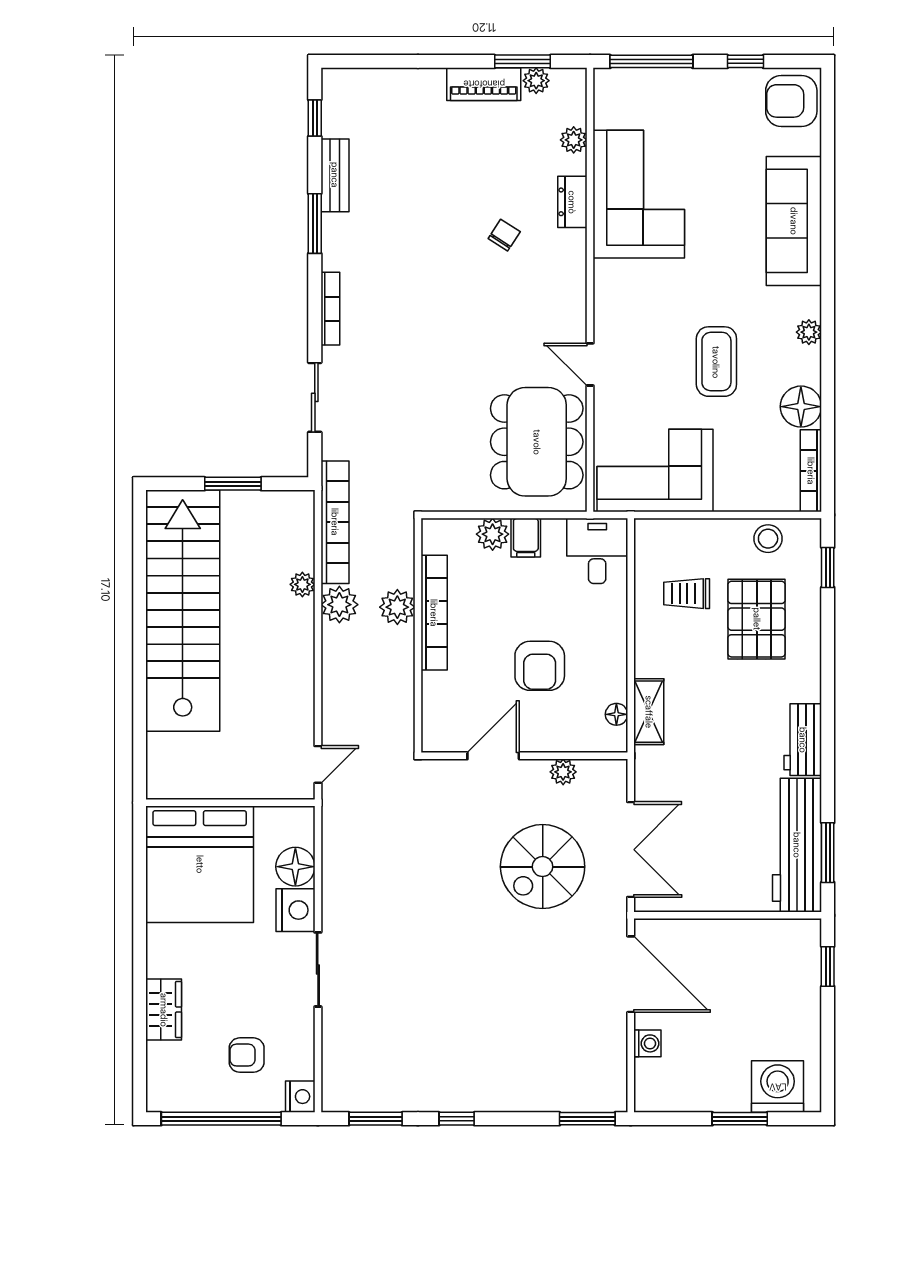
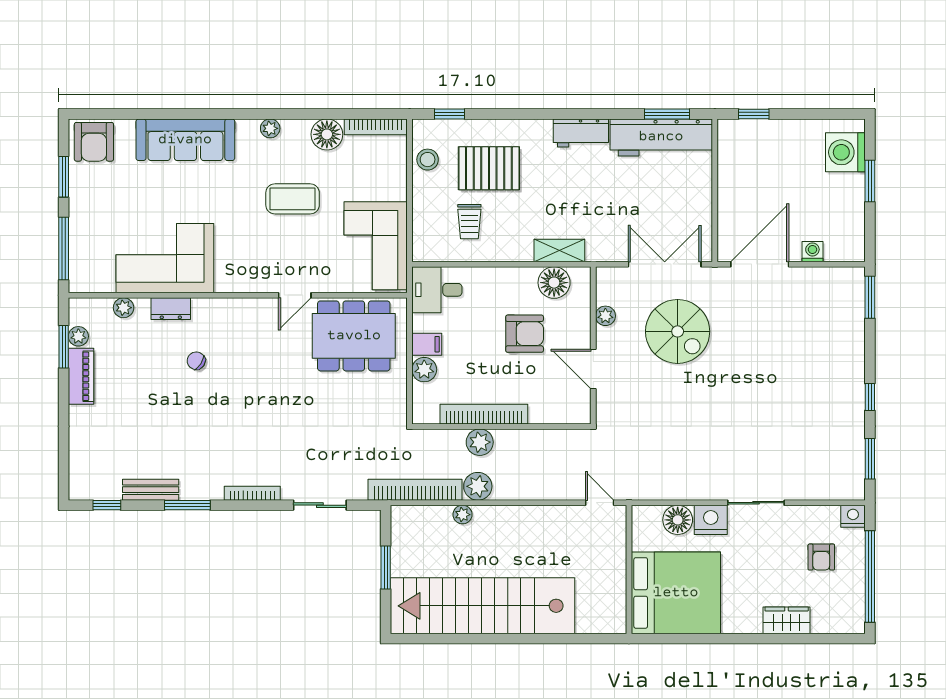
window: (745, 61) -> (64, 177), width x1.50
floor lamp: (616, 714) -> (554, 283), width x1.89, depth x1.89

